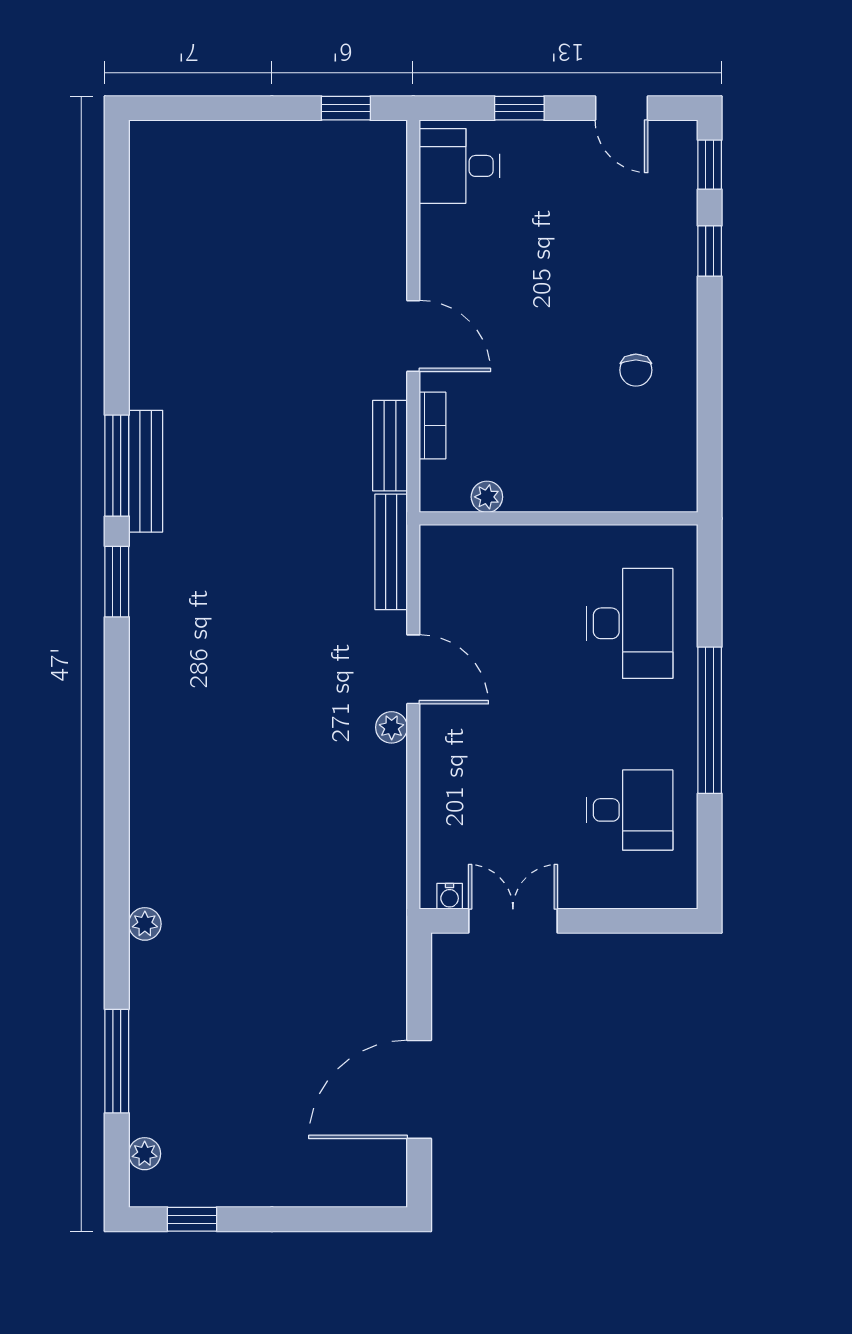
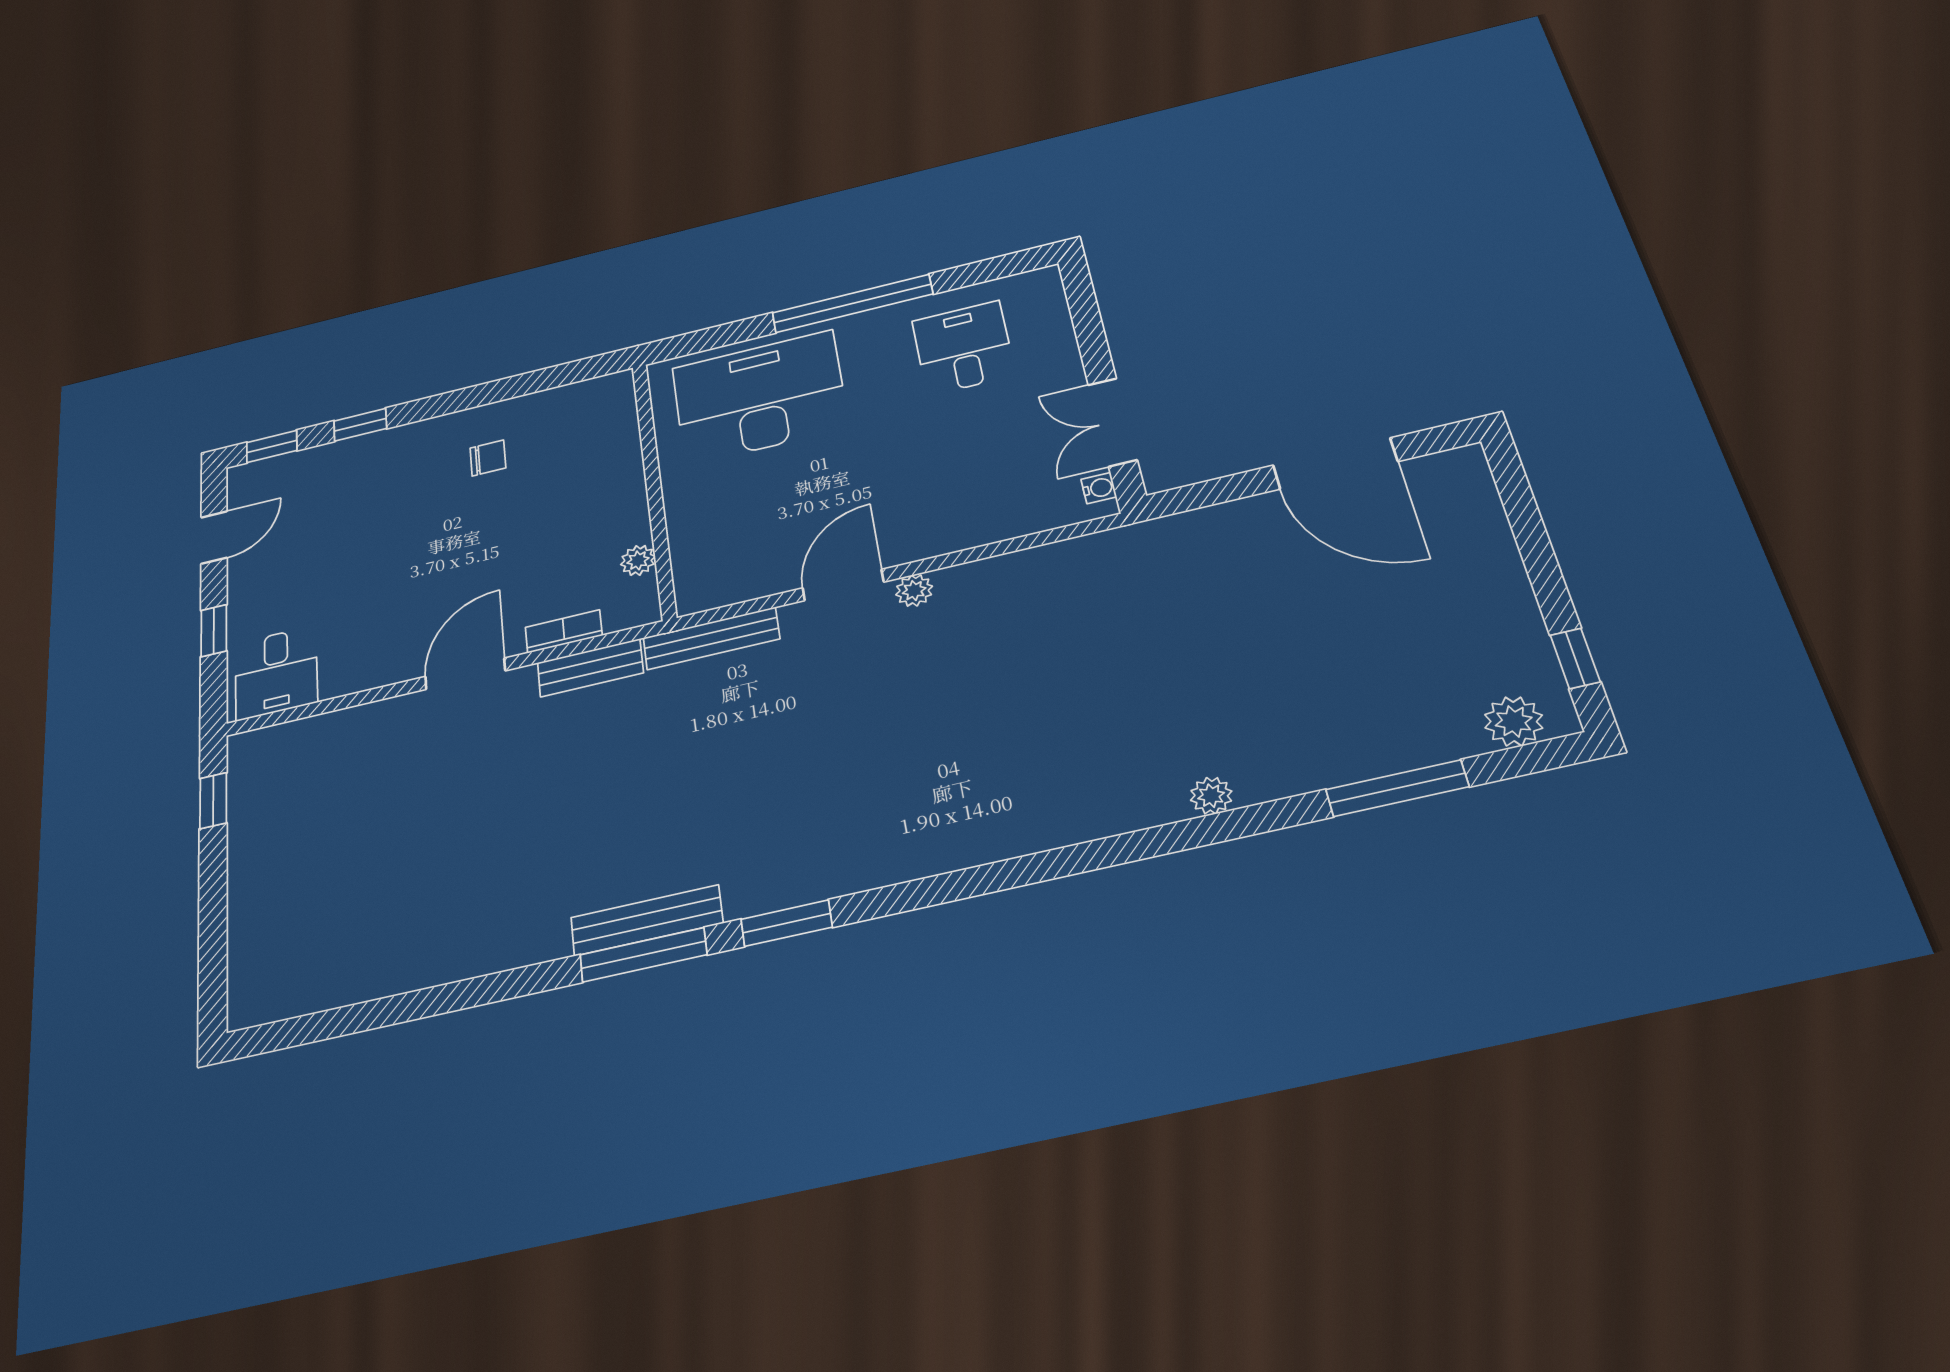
desk: (630, 623) -> (760, 397), width x1.36, depth x1.30
plant: (145, 1154) -> (1514, 721), width x1.38, depth x1.38

